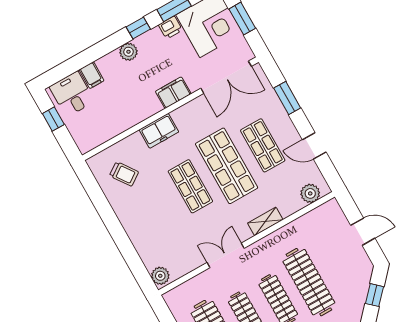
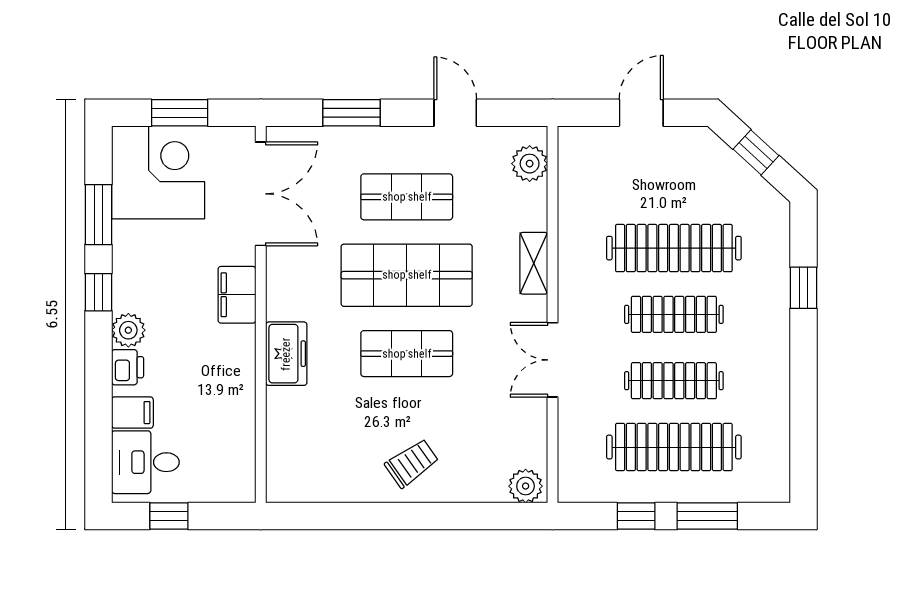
printer: (170, 28) -> (128, 367), moved
door: (314, 146) -> (455, 113), swing flipped
trolley: (124, 174) -> (412, 463), moved

